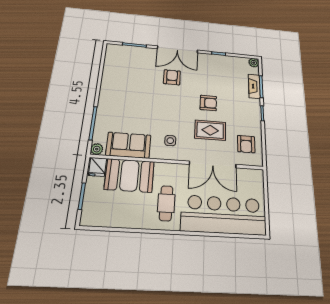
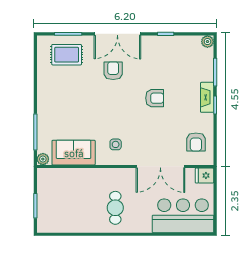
fireplace: (254, 86) -> (207, 97), moved
rug: (210, 130) -> (67, 55), moved
fridge: (98, 167) -> (205, 176), moved, turned 90
booth: (129, 175) -> (78, 183), removed
bar counter: (224, 215) -> (183, 216), width x0.73

